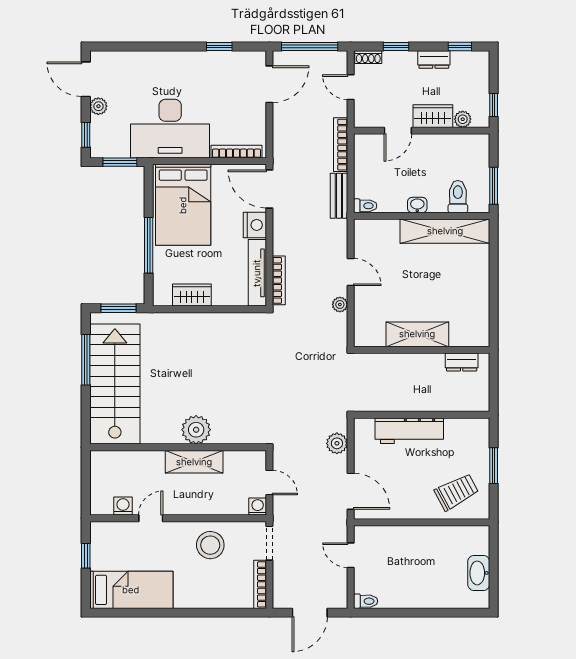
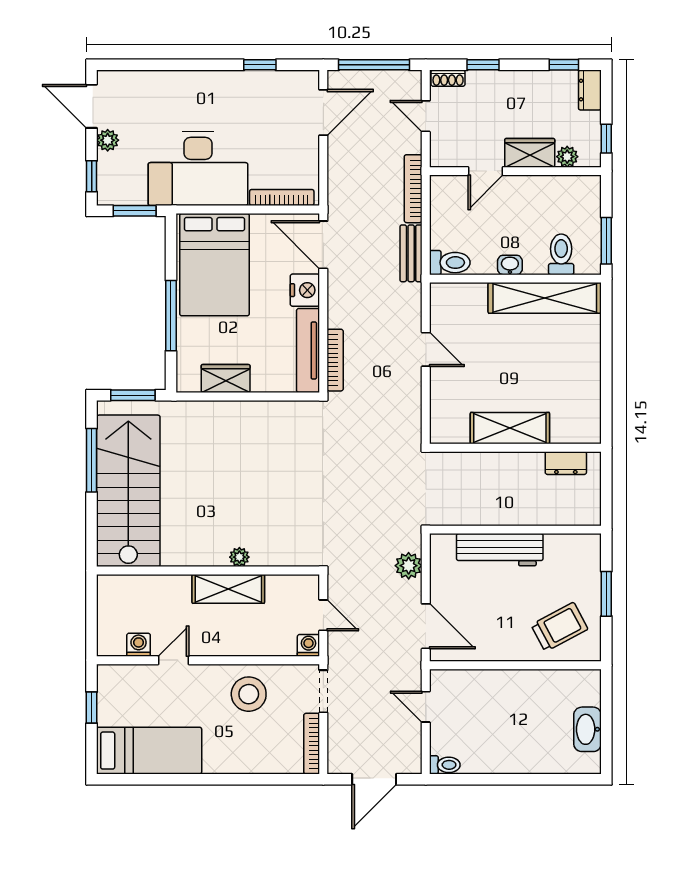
dresser: (434, 59) -> (590, 90), moved, turned 90
toilet: (365, 206) -> (450, 263), width x1.37, depth x1.39
plant: (340, 304) -> (412, 390), removed
plant: (196, 430) -> (239, 557), width x0.53, depth x0.53

